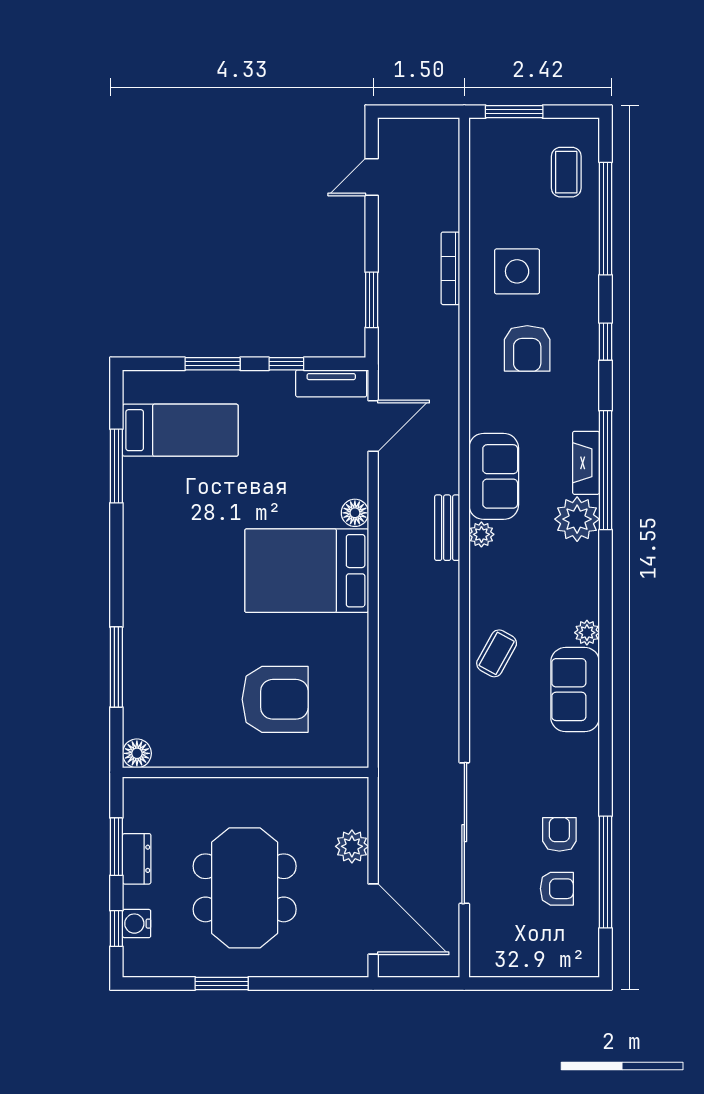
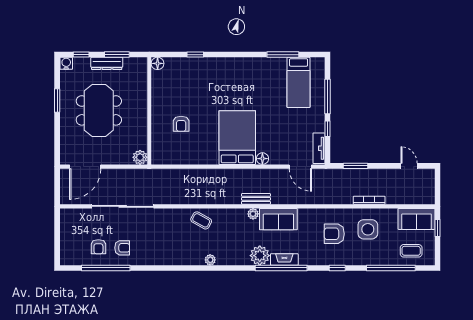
window: (514, 112) -> (438, 228), width x0.67
window: (213, 364) -> (328, 96), width x1.44
window: (116, 667) -> (195, 55), width x0.46
sofa: (575, 690) -> (417, 219), moved, turned 180
armchair: (275, 699) -> (181, 124), width x0.53, depth x0.53
plant: (352, 846) -> (140, 157), moved
dresser: (137, 859) -> (107, 63), width x1.44
meeting table: (245, 888) -> (99, 110), turned 90
water cooler: (137, 924) -> (66, 63), moved

